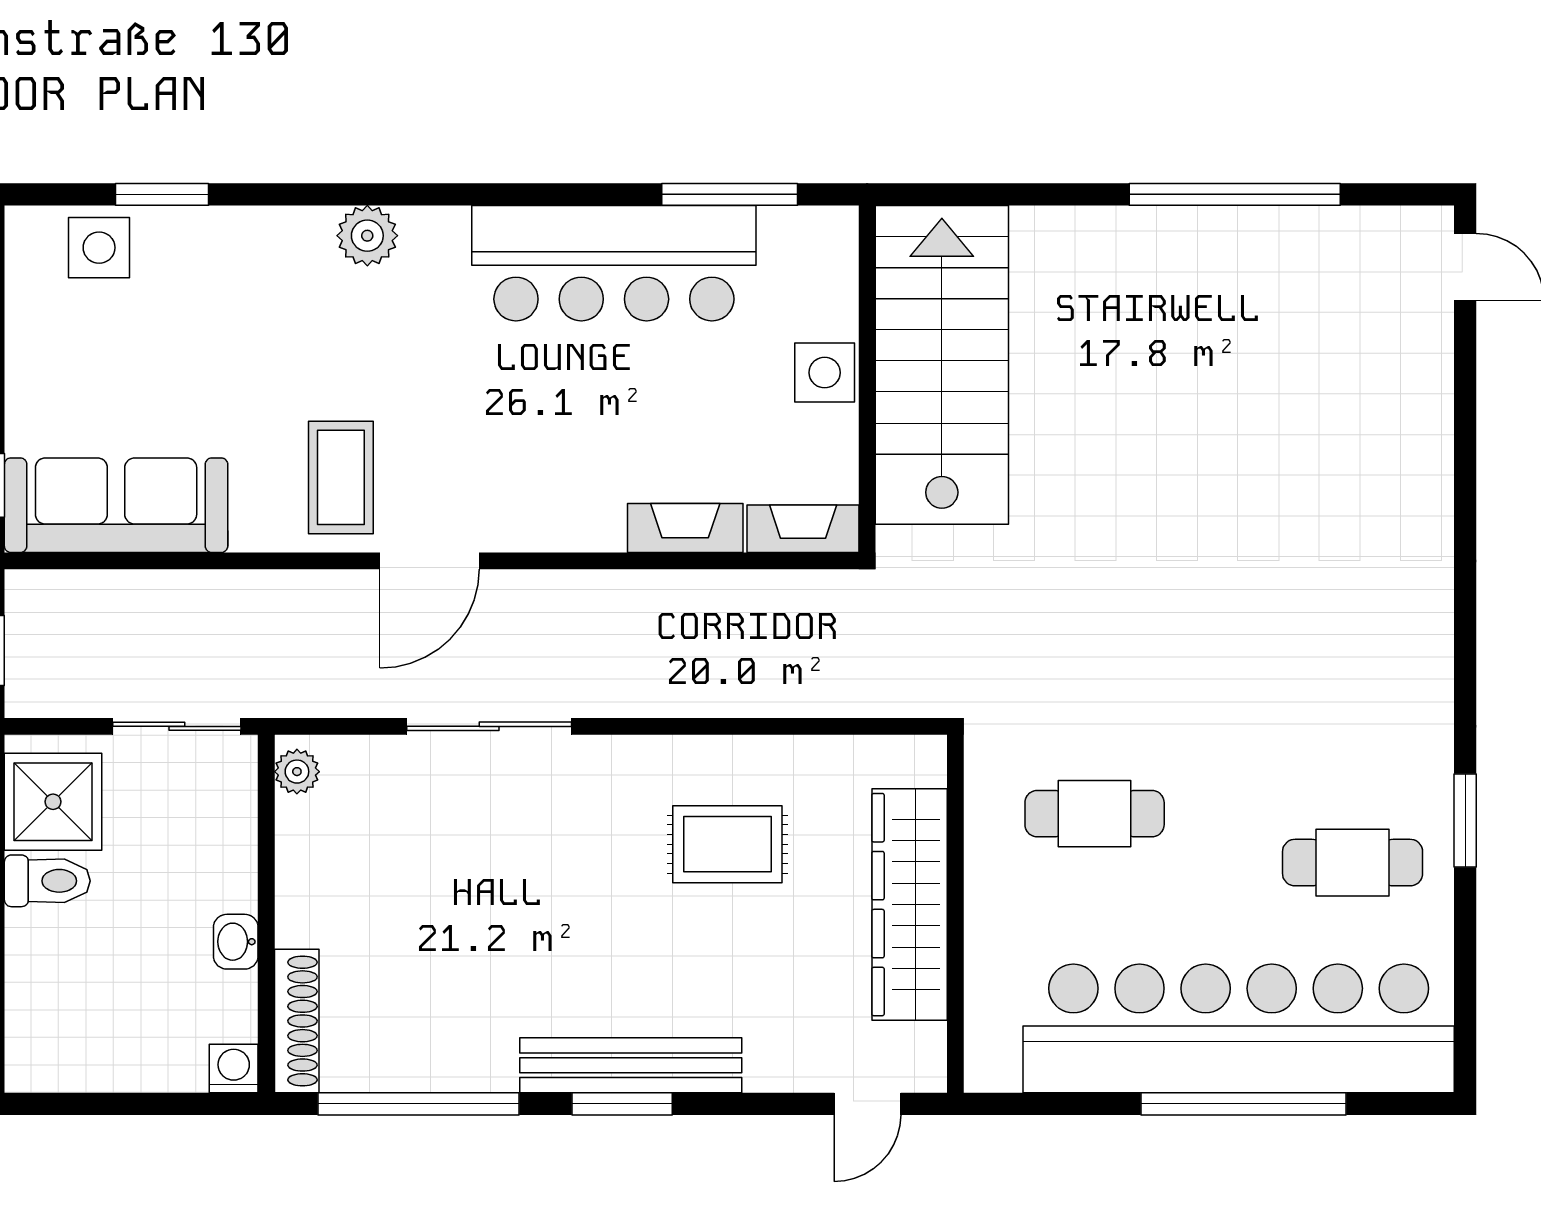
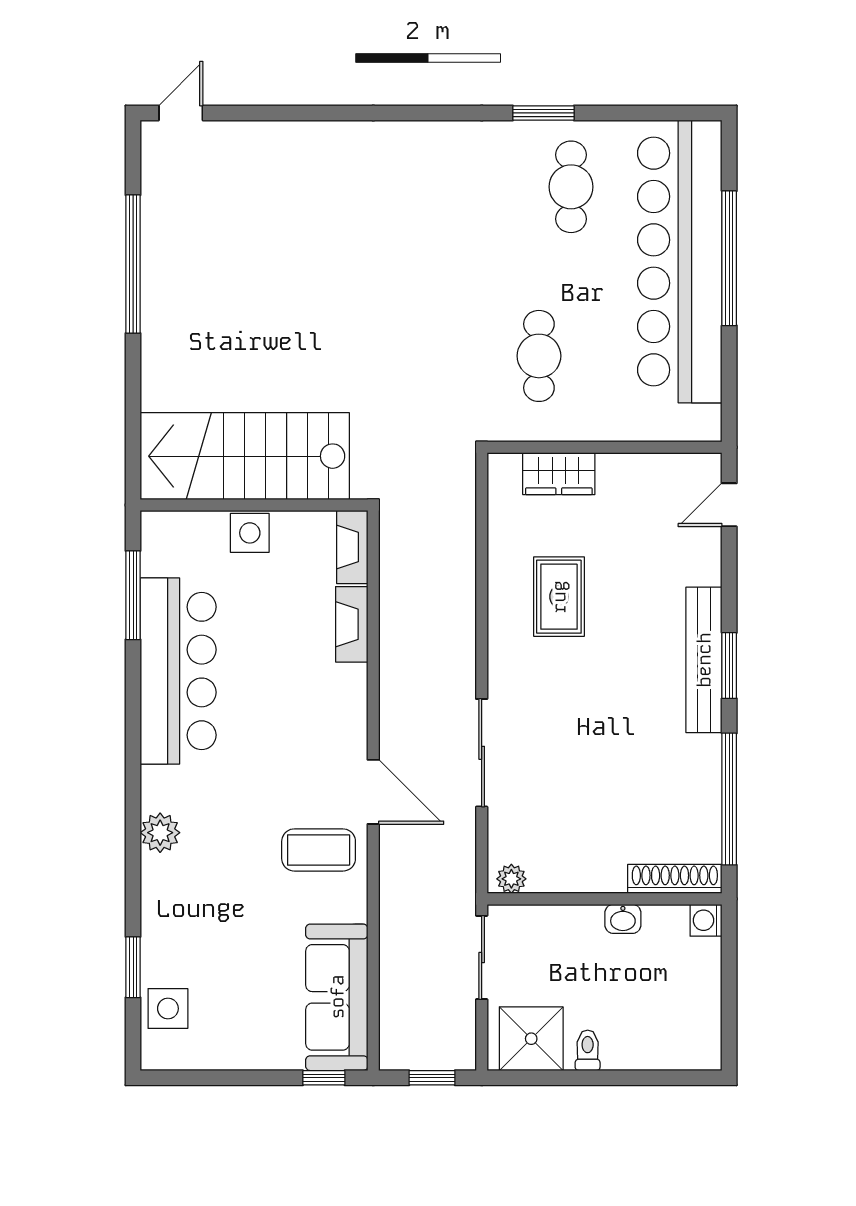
toilet: (47, 881) -> (588, 1050), width x0.73, depth x0.72
wardrobe: (910, 905) -> (559, 474), width x0.48, depth x0.85
door: (867, 1104) -> (729, 505), swing flipped

